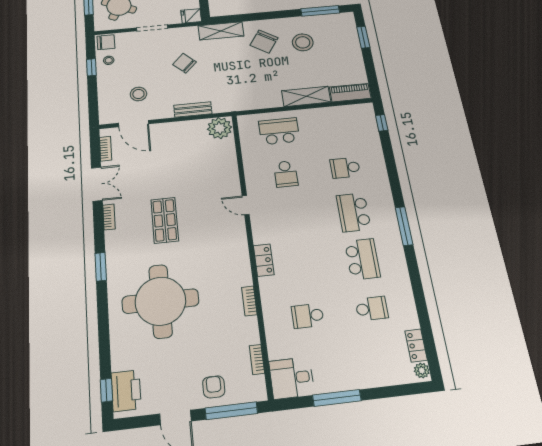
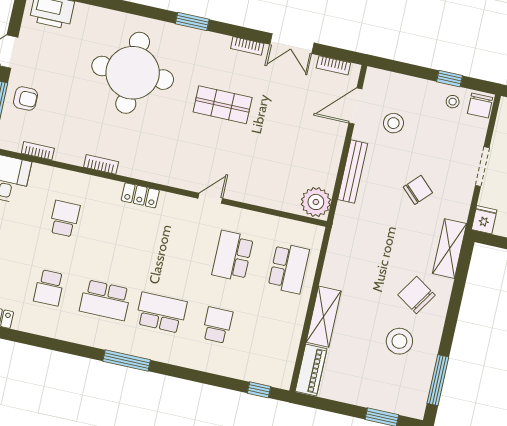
bench: (193, 110) -> (353, 171), width x1.36
school desk: (286, 174) -> (233, 256), width x1.85

